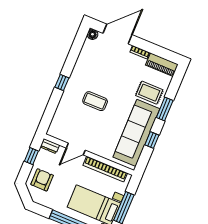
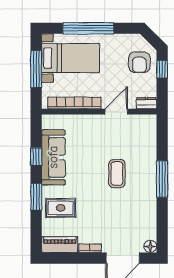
window: (62, 83) -> (162, 179), width x2.17
coffee table: (95, 101) -> (117, 174), turned 90
sofa: (136, 133) -> (53, 157), width x0.74, depth x0.79
window: (31, 156) -> (162, 69), moved

